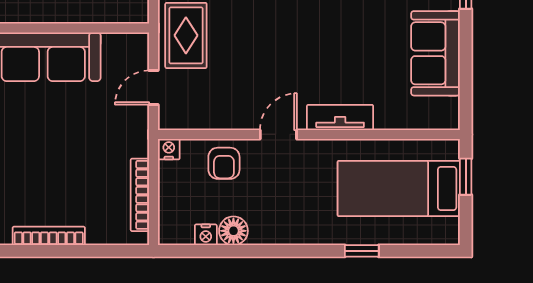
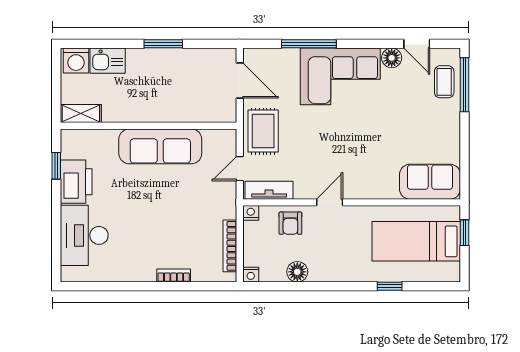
sofa: (436, 53) -> (430, 182), moved, turned 90
tv unit: (340, 117) -> (269, 190), moved
nightstand: (206, 235) -> (251, 275), moved
bookcase: (49, 236) -> (174, 275), width x0.64

